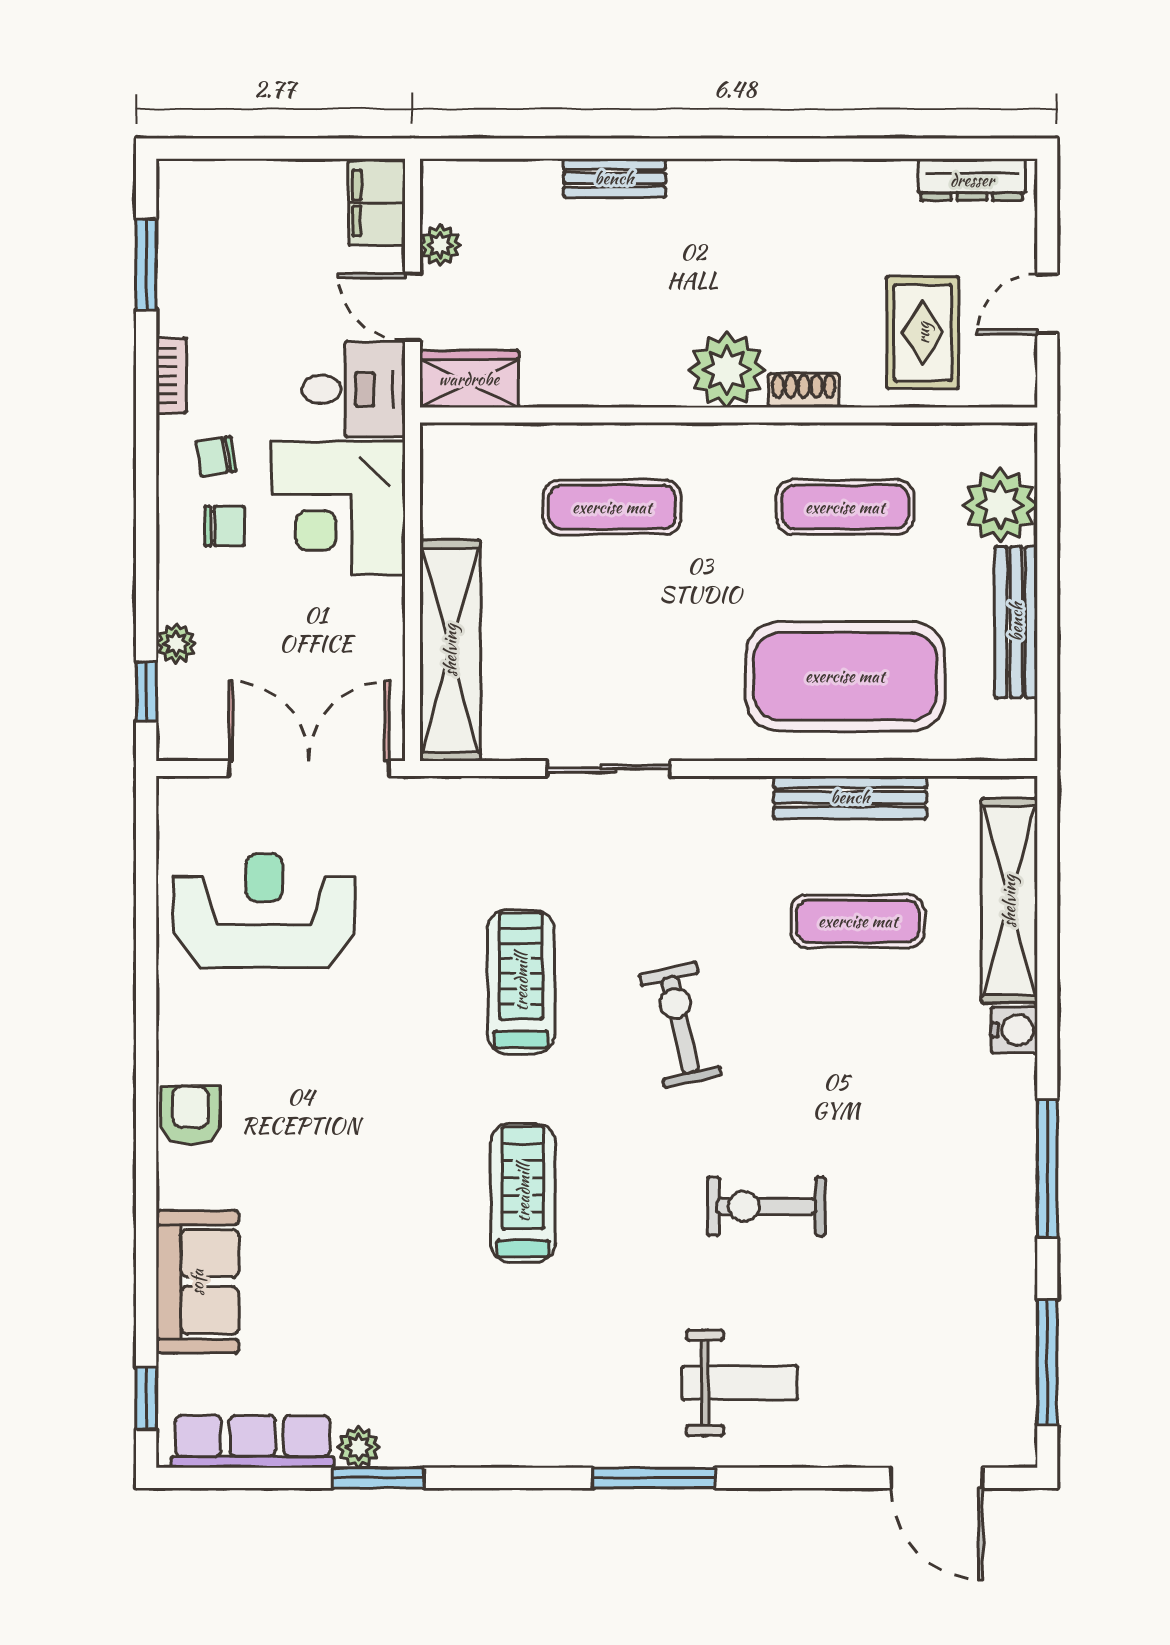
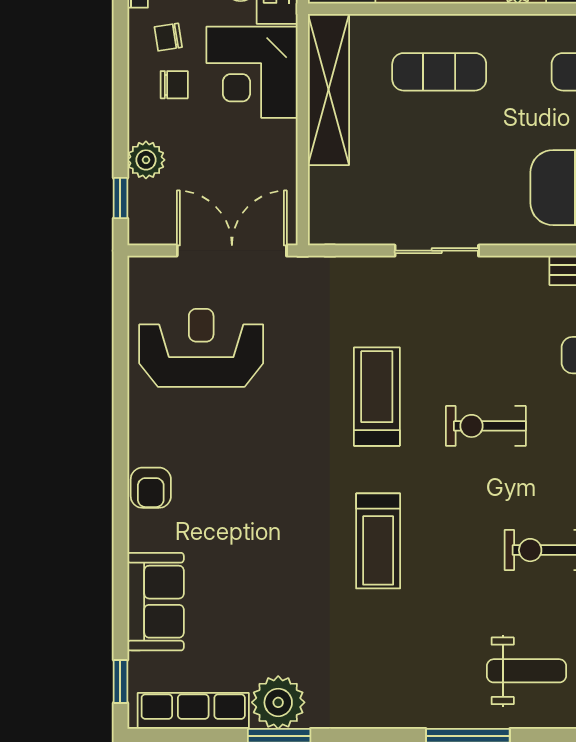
plant: (176, 643) -> (146, 160), width x1.38, depth x1.38
shelving: (450, 650) -> (328, 90), moved
exercise bike: (680, 1025) -> (486, 426), turned -77
armchair: (190, 1115) -> (151, 488), turned 180
treadmill: (523, 1193) -> (378, 541), turned 180
plant: (359, 1447) -> (278, 702), width x1.88, depth x1.88

